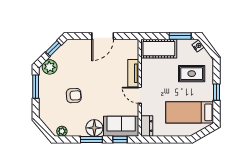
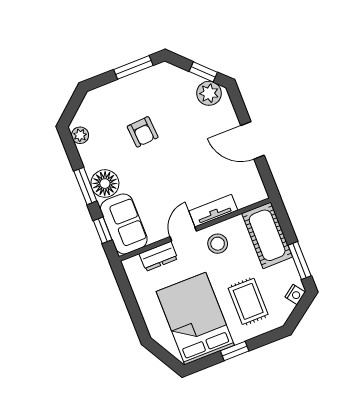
plant: (50, 67) -> (209, 93), moved
stool: (153, 78) -> (218, 244), added
bed: (190, 112) -> (195, 318), width x1.50
dresser: (147, 126) -> (158, 256), moved

